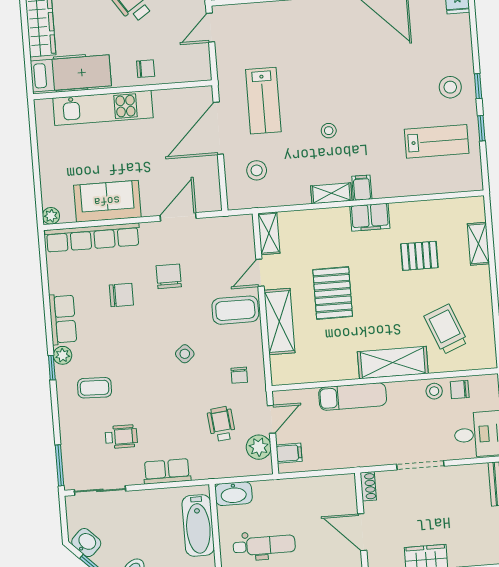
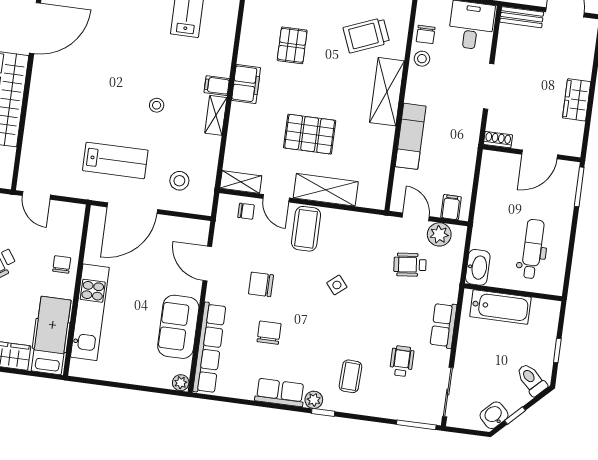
door: (218, 128) -> (132, 208), hinge flipped
chair: (239, 375) -> (246, 211), moved

